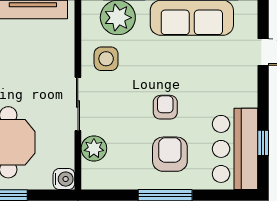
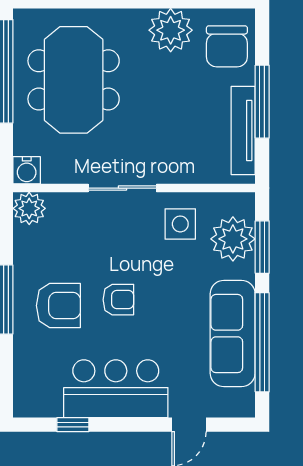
plant: (94, 148) -> (29, 208), moved
bar counter: (235, 149) -> (116, 389), moved

